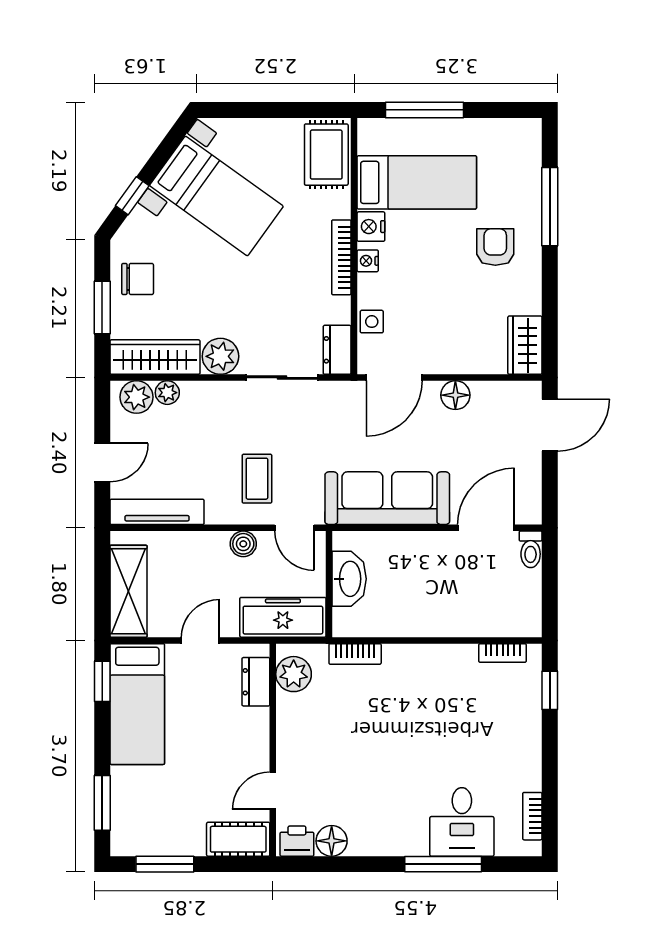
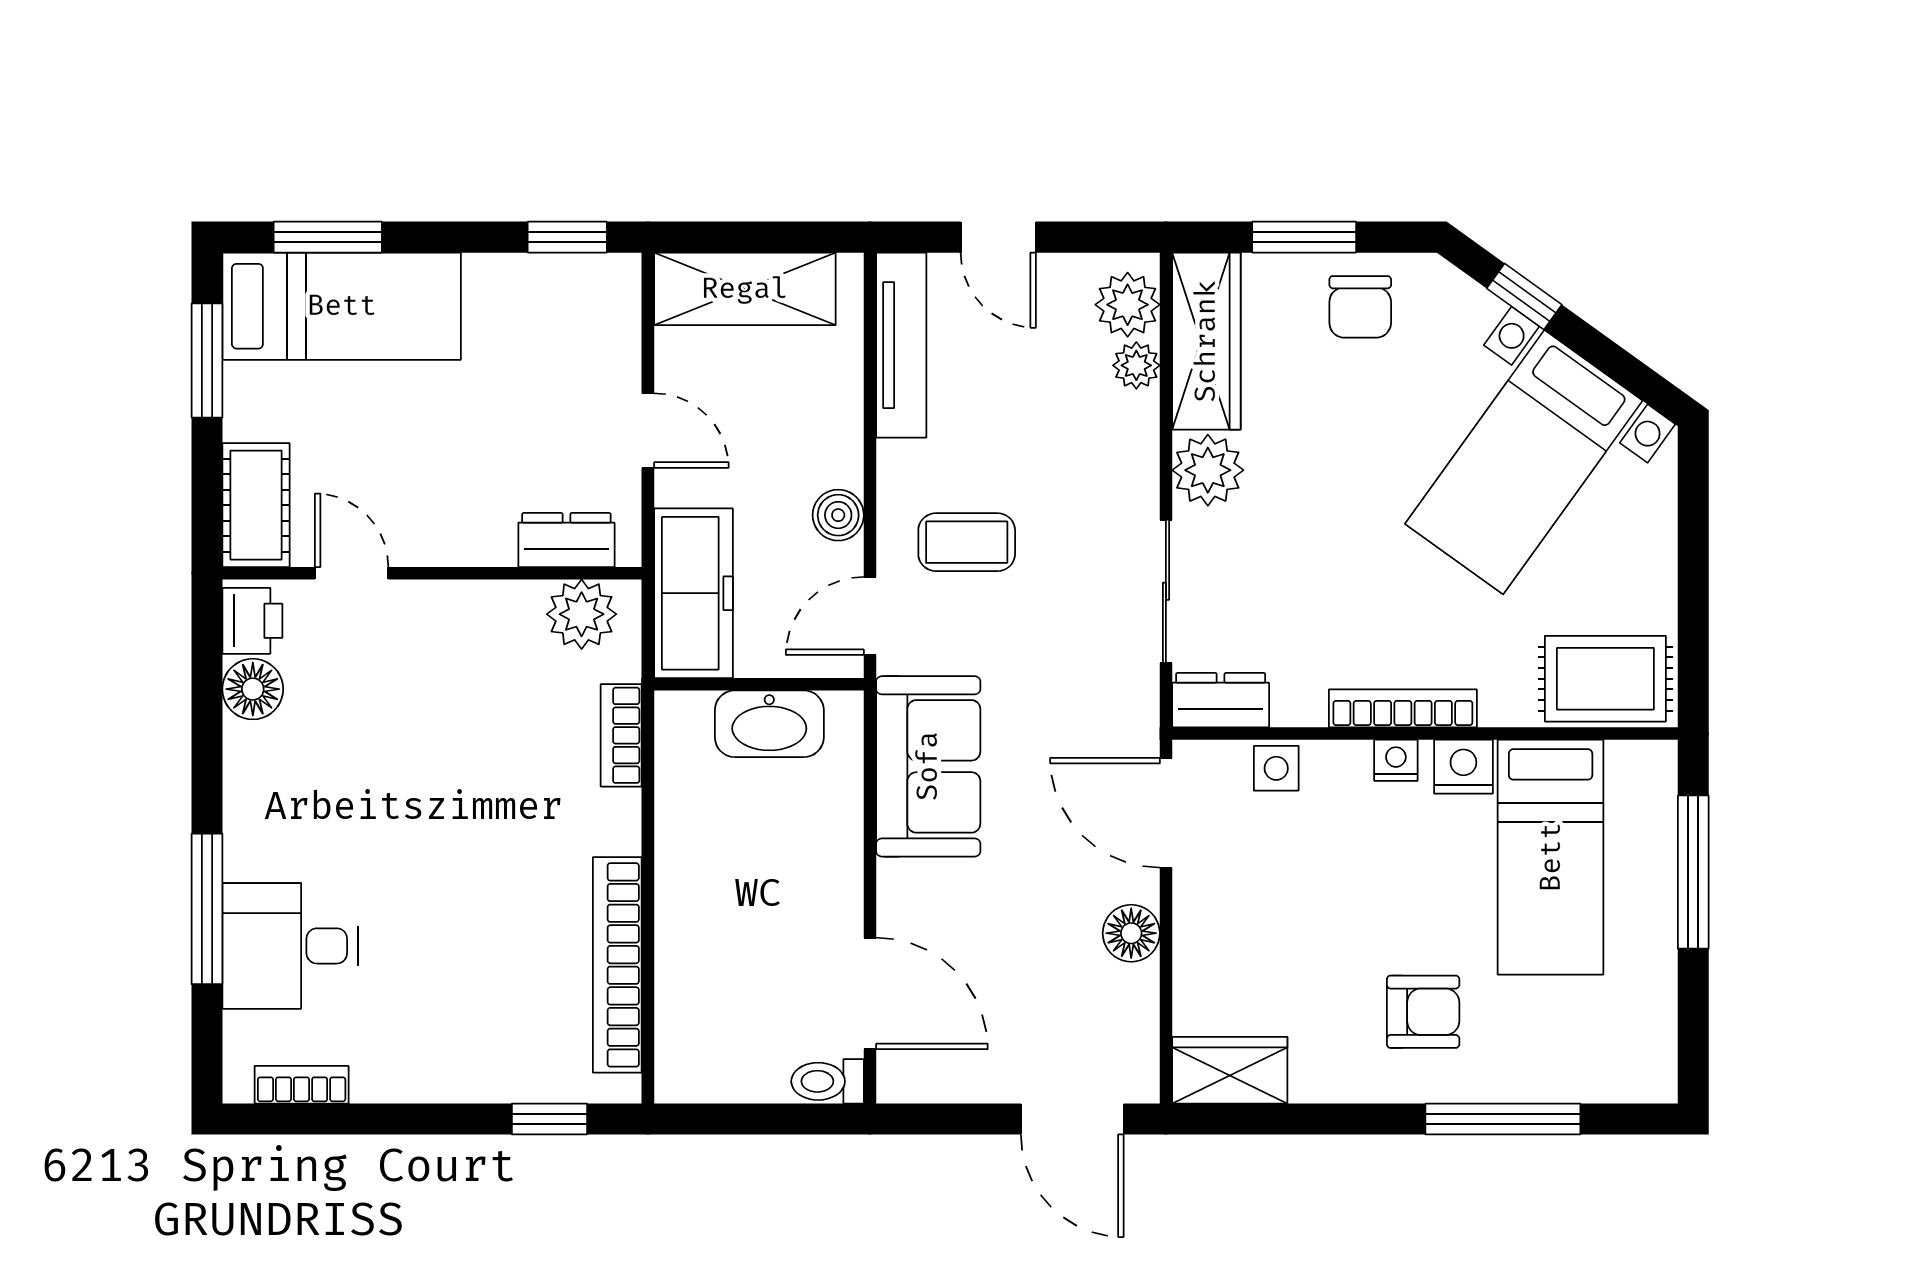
sofa: (387, 498) -> (928, 766), width x0.73
bookcase: (503, 653) -> (617, 965), width x2.31, depth x1.31
bed: (137, 704) -> (342, 306), moved, turned 180

